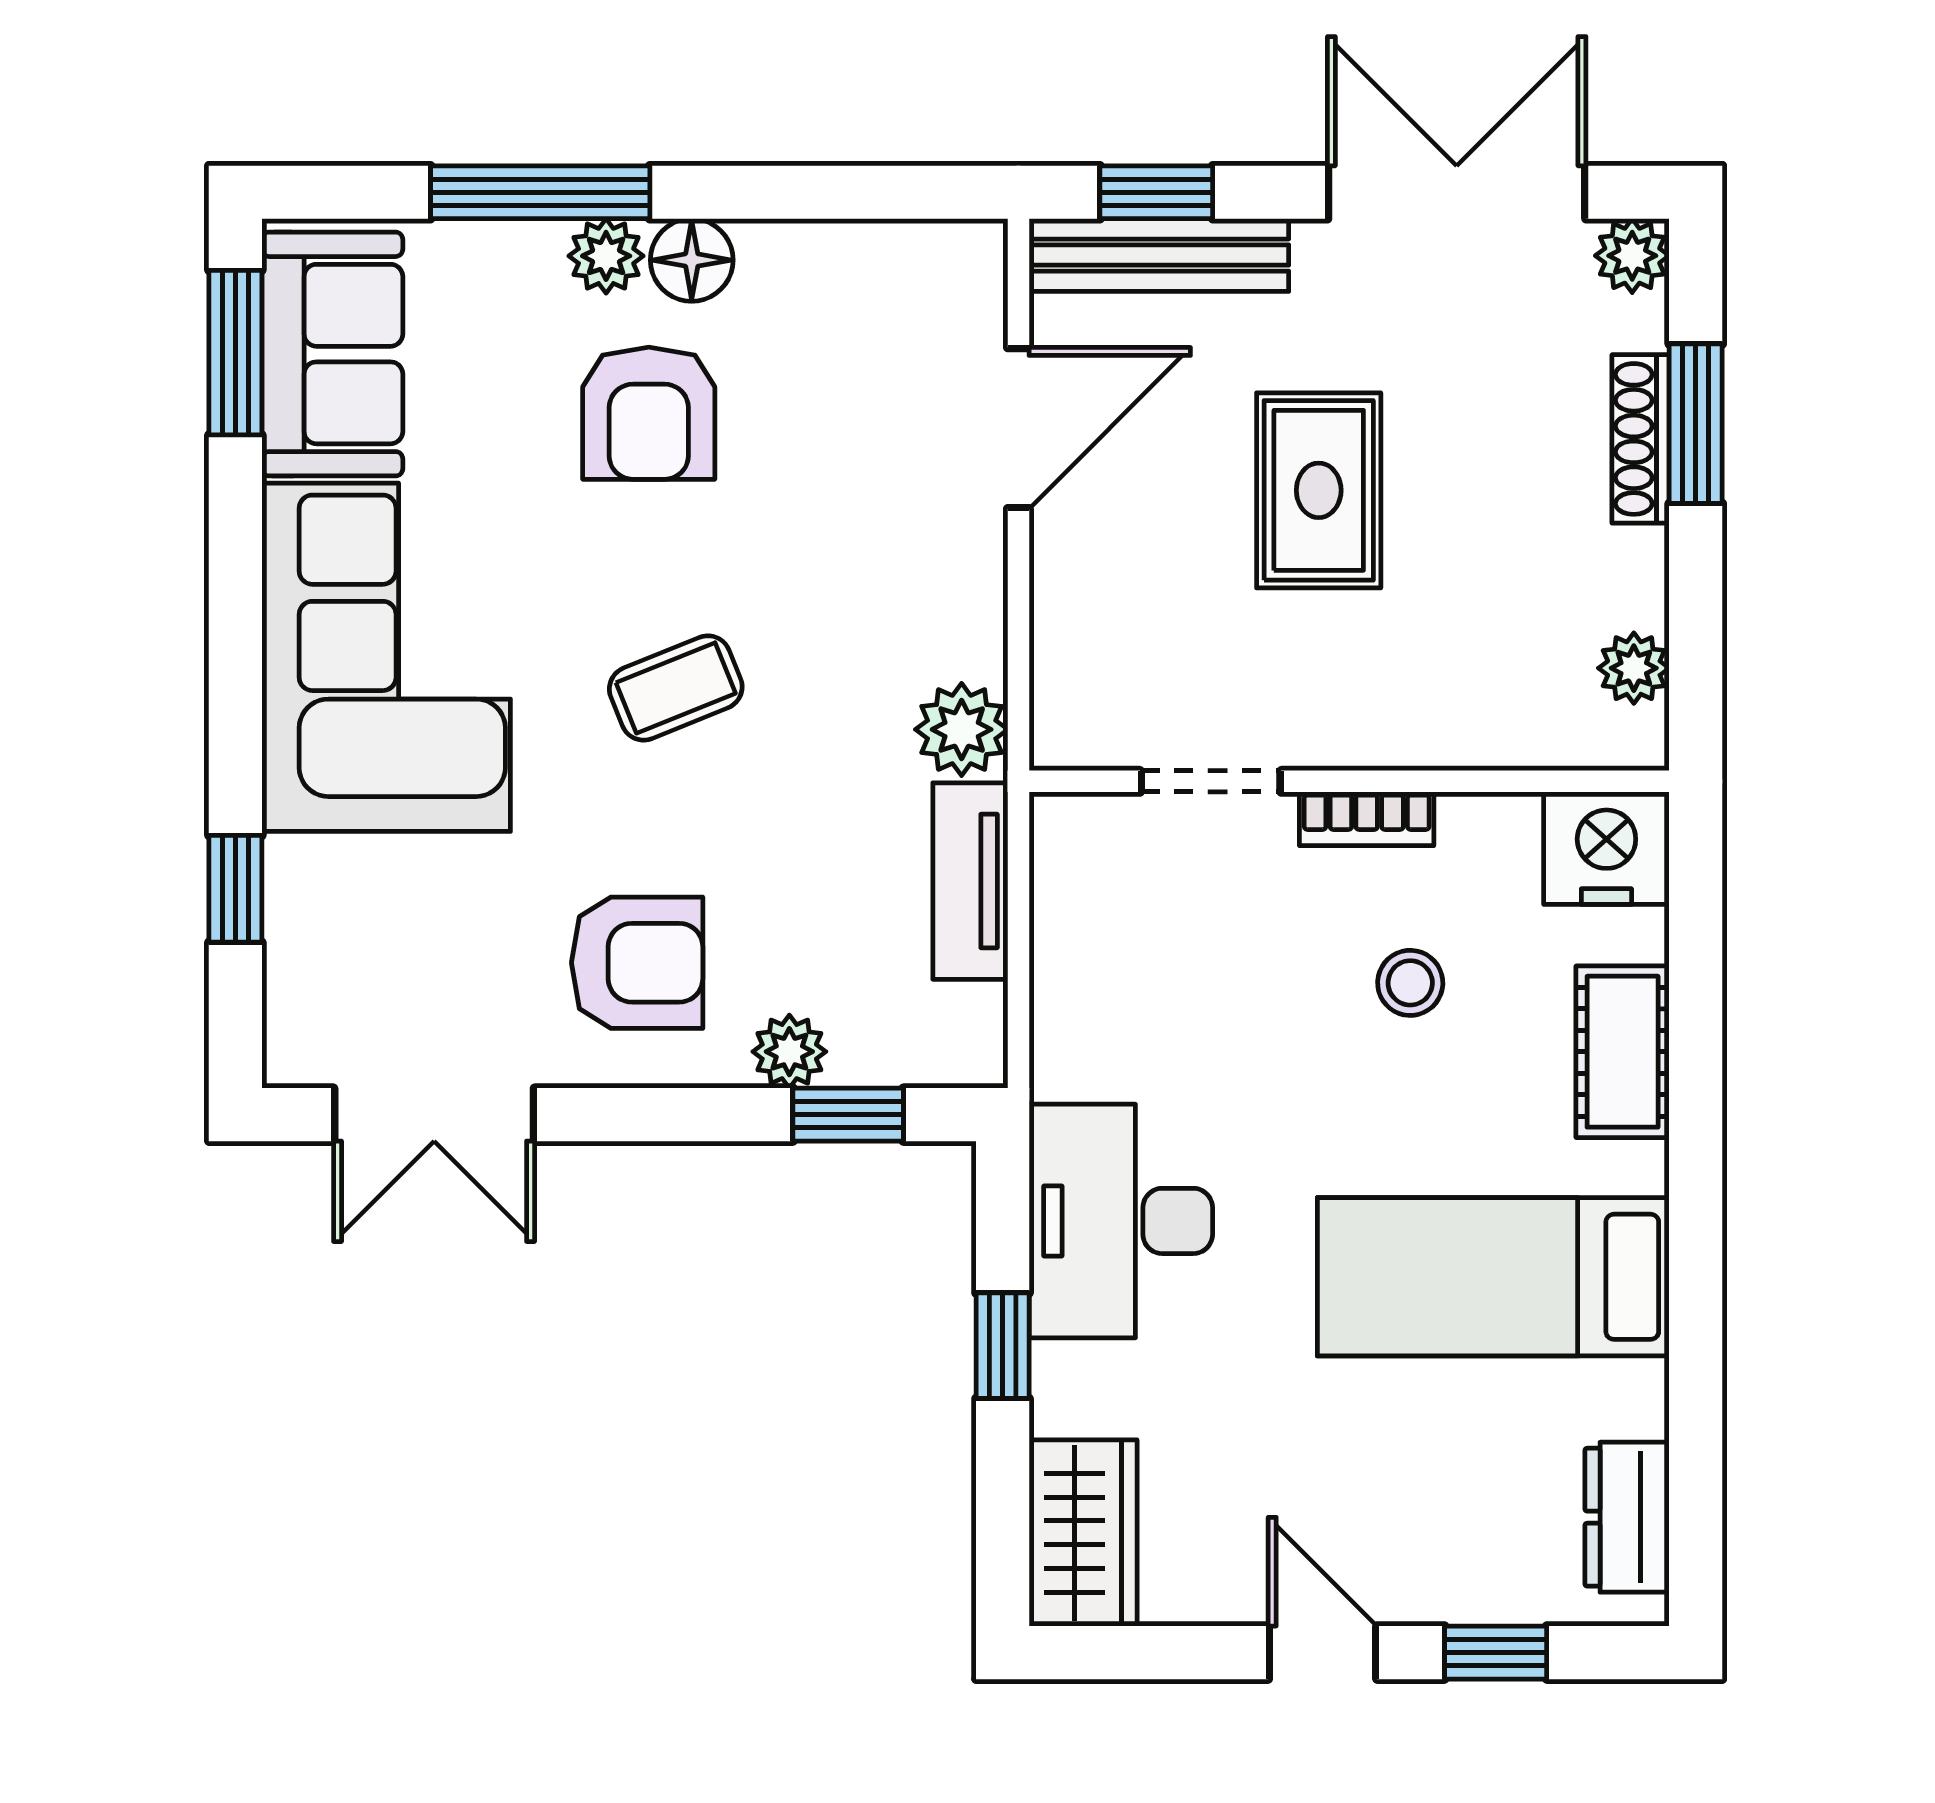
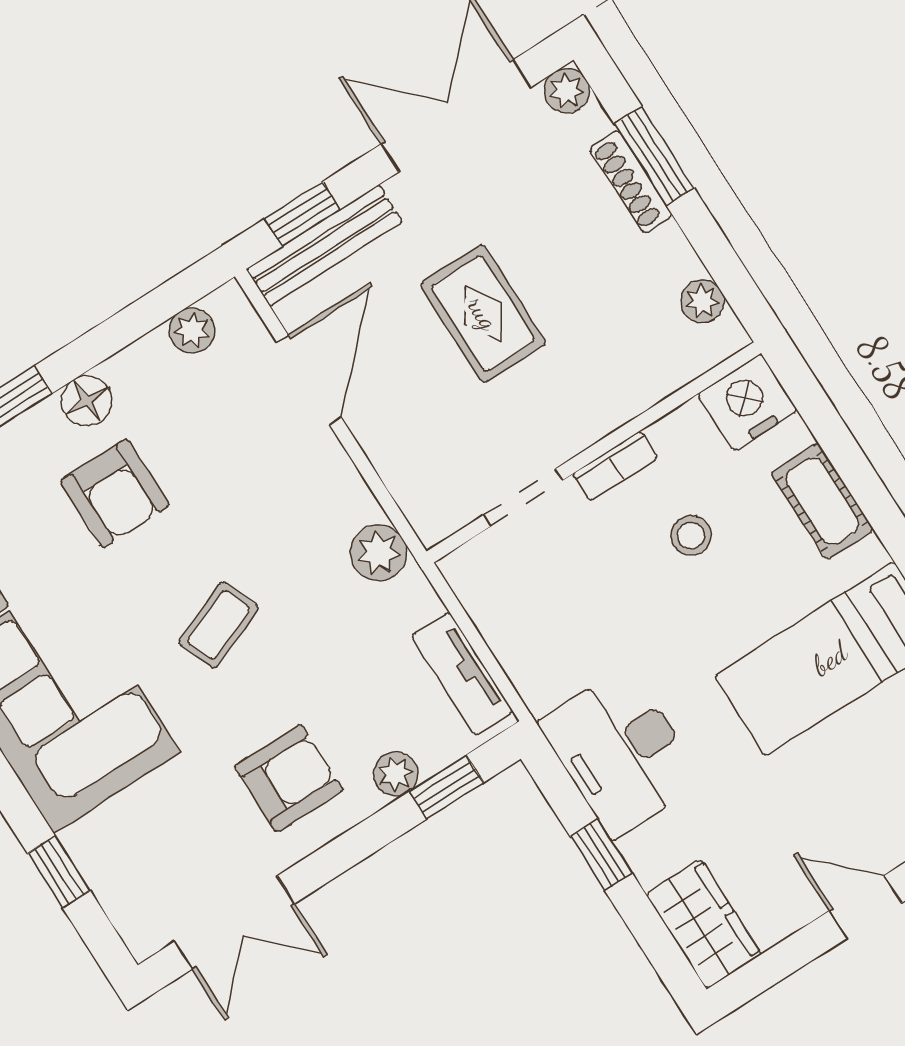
plant: (606, 256) -> (192, 330), moved
tv unit: (970, 881) -> (462, 674), moved

